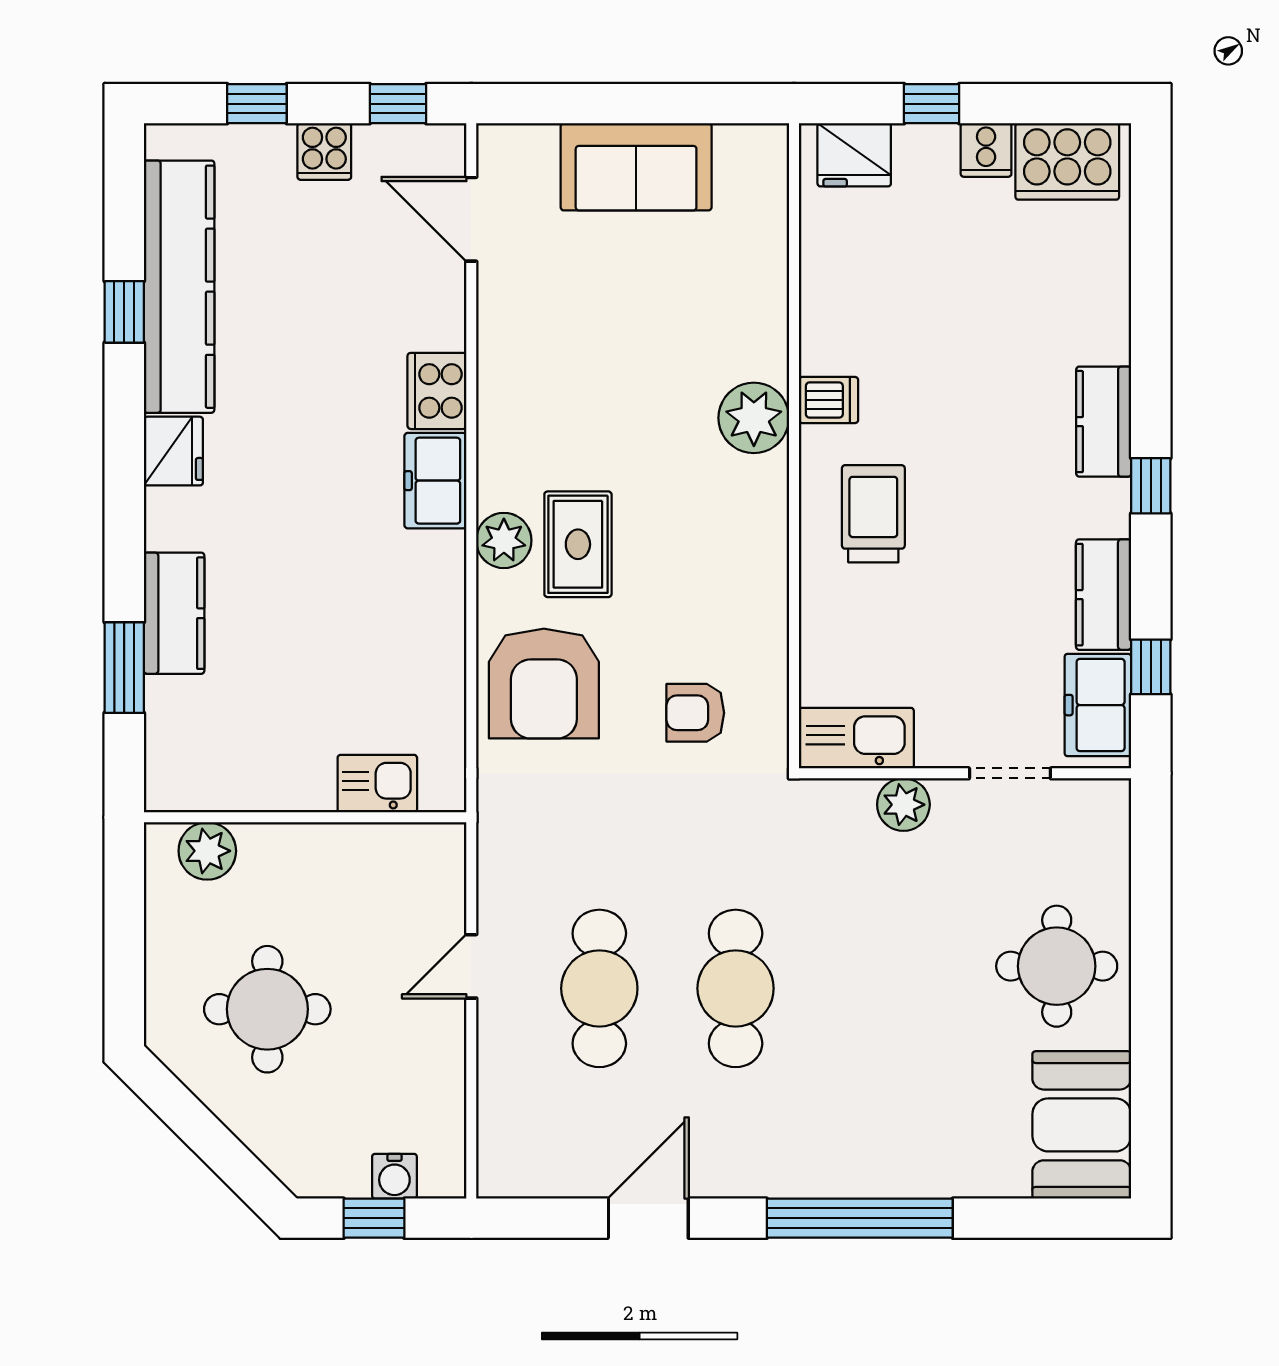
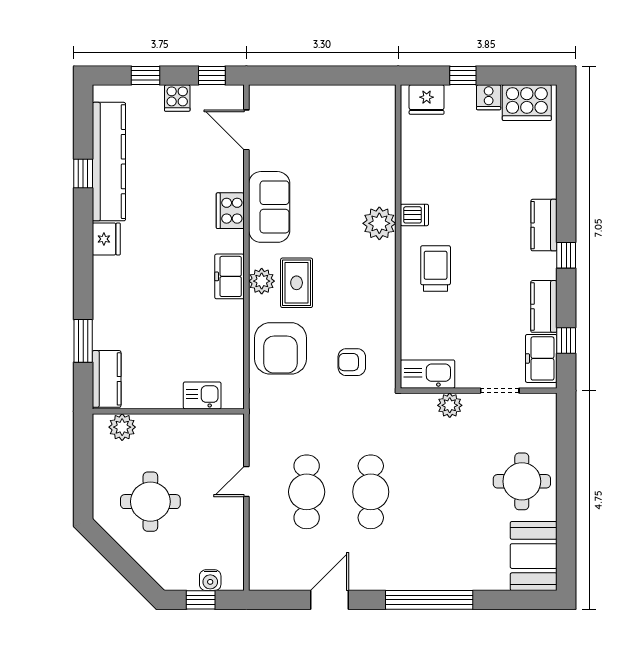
sofa: (636, 167) -> (269, 207), moved, turned -90
freezer: (435, 481) -> (229, 276), moved
kitchen counter: (174, 613) -> (107, 379), moved

